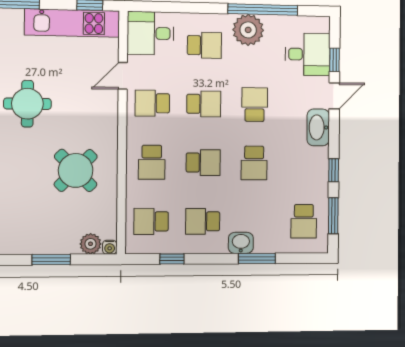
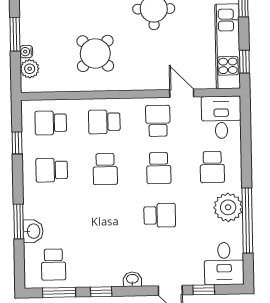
desk: (308, 54) -> (224, 264), moved
washbasin: (318, 127) -> (132, 279), width x0.52, depth x0.69
school desk: (254, 163) -> (106, 216), removed
school desk: (151, 221) -> (51, 123), turned -90
school desk: (203, 221) -> (52, 170), turned -90
school desk: (304, 221) -> (53, 265), turned -90
washbasin: (241, 243) -> (33, 231), moved
water cooler: (110, 247) -> (26, 52), moved

